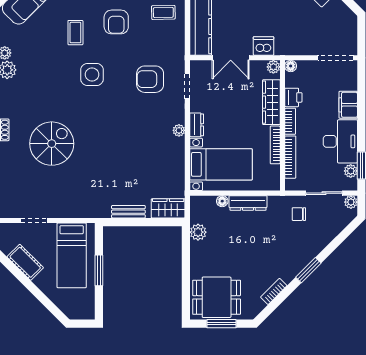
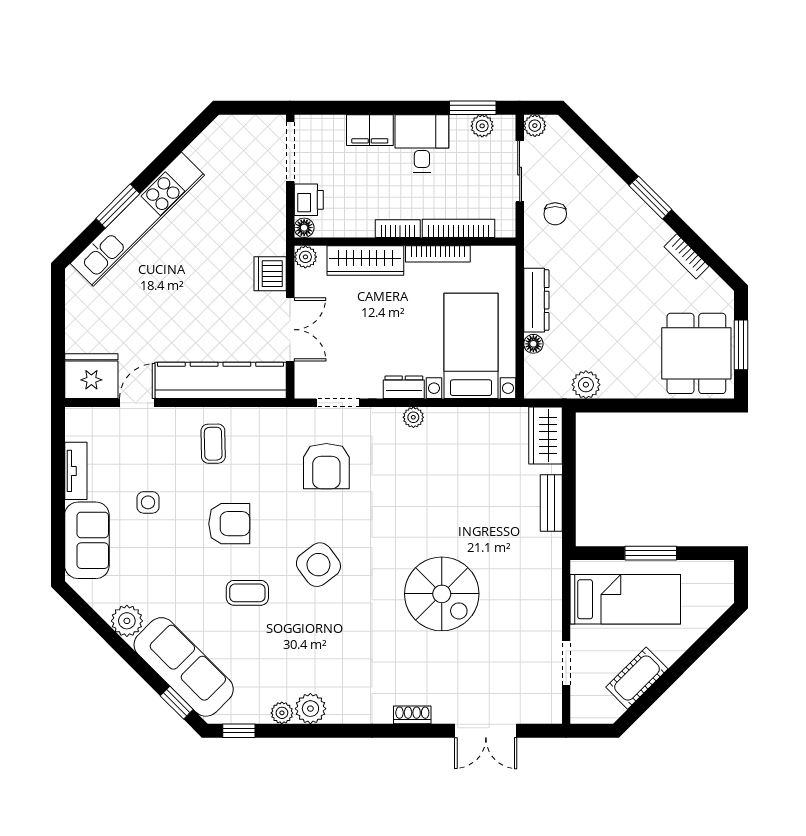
side table: (92, 74) -> (318, 565), turned -37
printer: (293, 97) -> (309, 200), moved, turned 90
desk: (340, 141) -> (422, 143), width x0.73
spiral stairs: (52, 144) -> (442, 594), moved, turned 180

